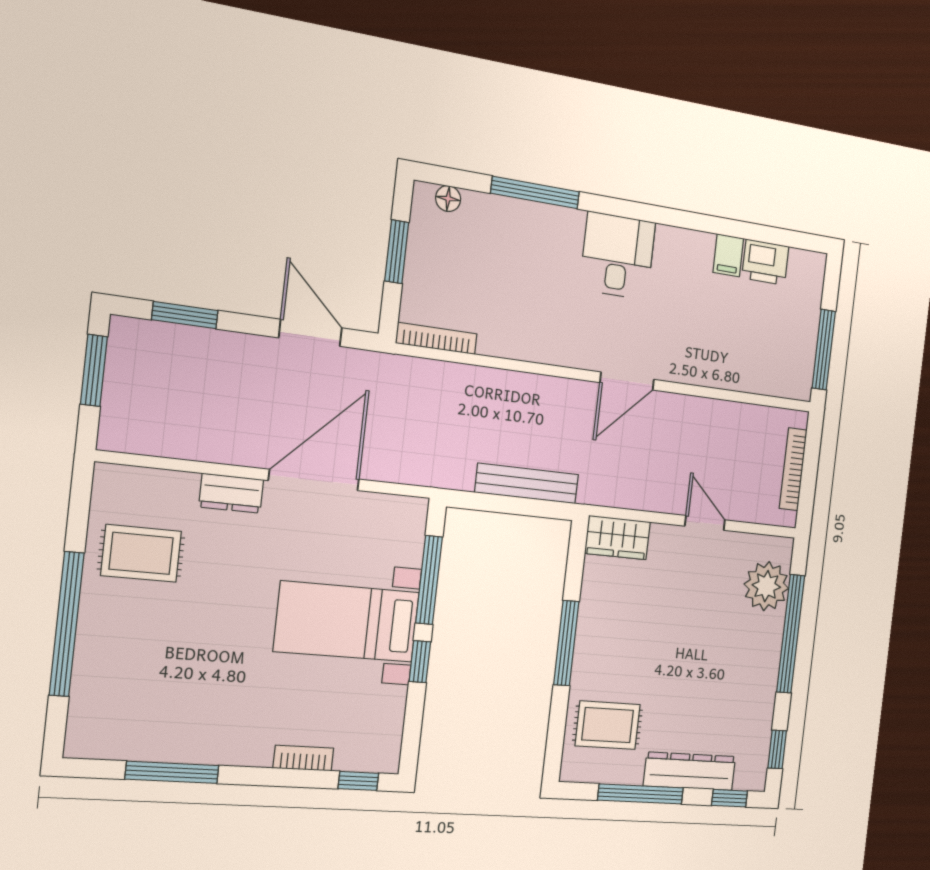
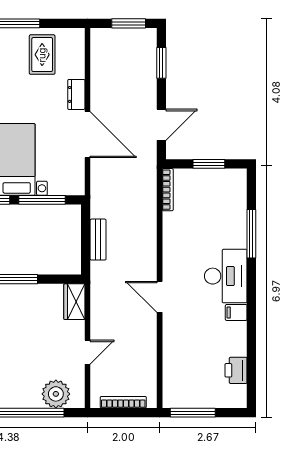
floor lamp: (448, 199) -> (240, 188), removed
filing cabinet: (728, 255) -> (236, 312), moved
desk: (618, 256) -> (226, 276), width x1.37
bench: (527, 483) -> (98, 240), width x0.73

